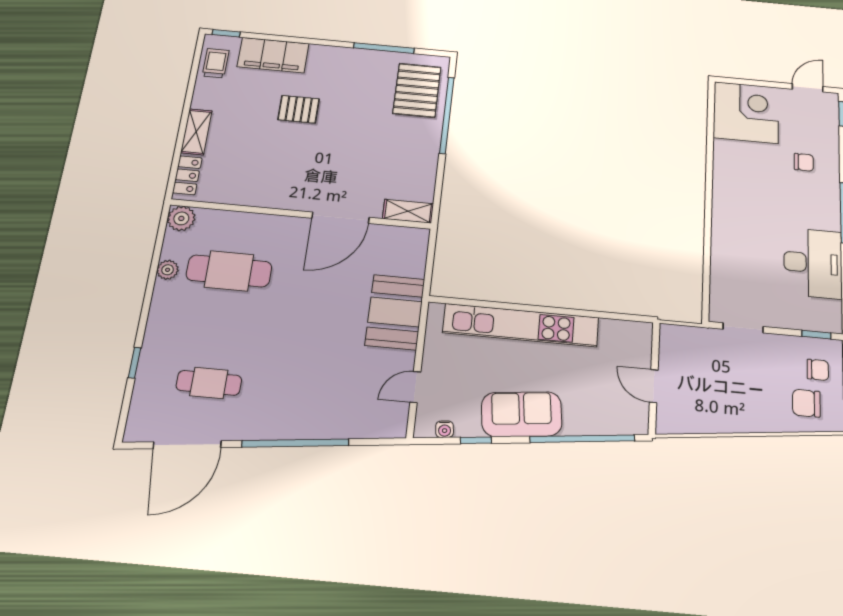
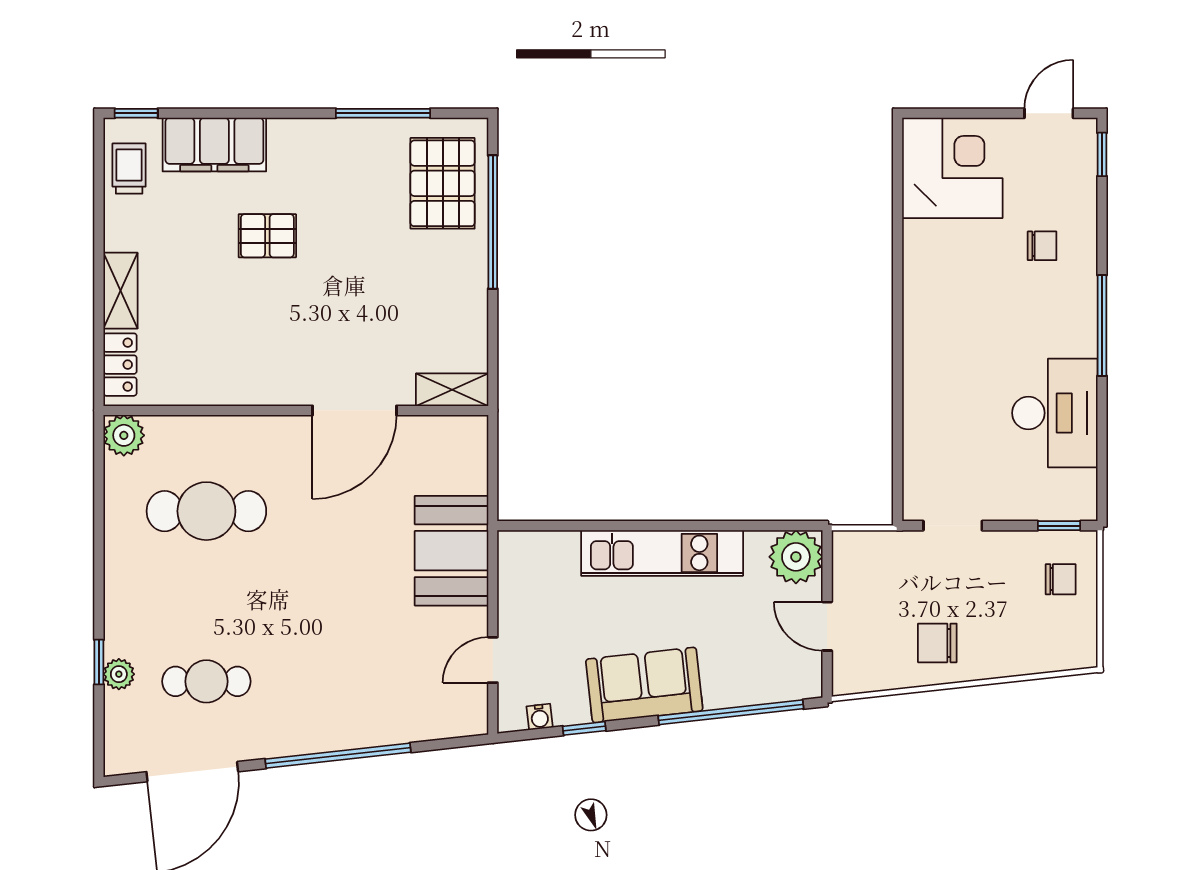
plant: (168, 270) -> (119, 674), moved
kitchen unit: (521, 325) -> (662, 553), width x0.73
plant: (634, 338) -> (796, 557), added
chair: (806, 403) -> (937, 643), moved

